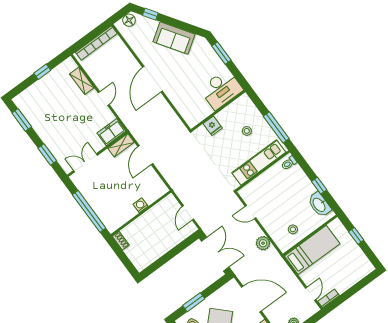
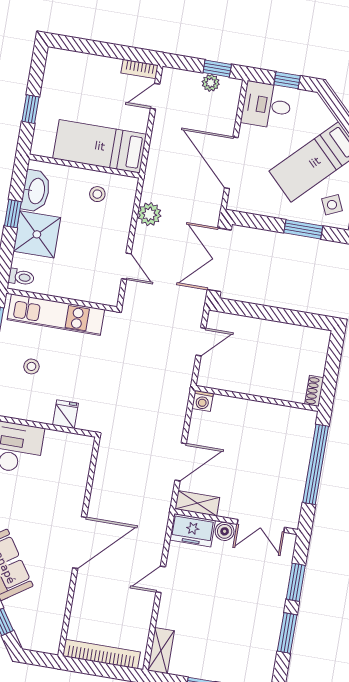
floor lamp: (129, 20) -> (35, 641), removed
shelving: (82, 81) -> (161, 651), moved
window: (22, 120) -> (287, 633), moved
boiler: (98, 145) -> (225, 531), added
shower: (301, 187) -> (37, 234), added
washing machine: (141, 205) -> (203, 401), moved

